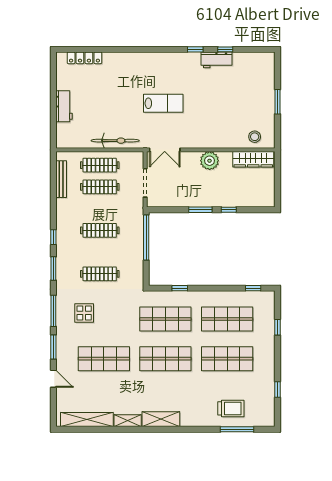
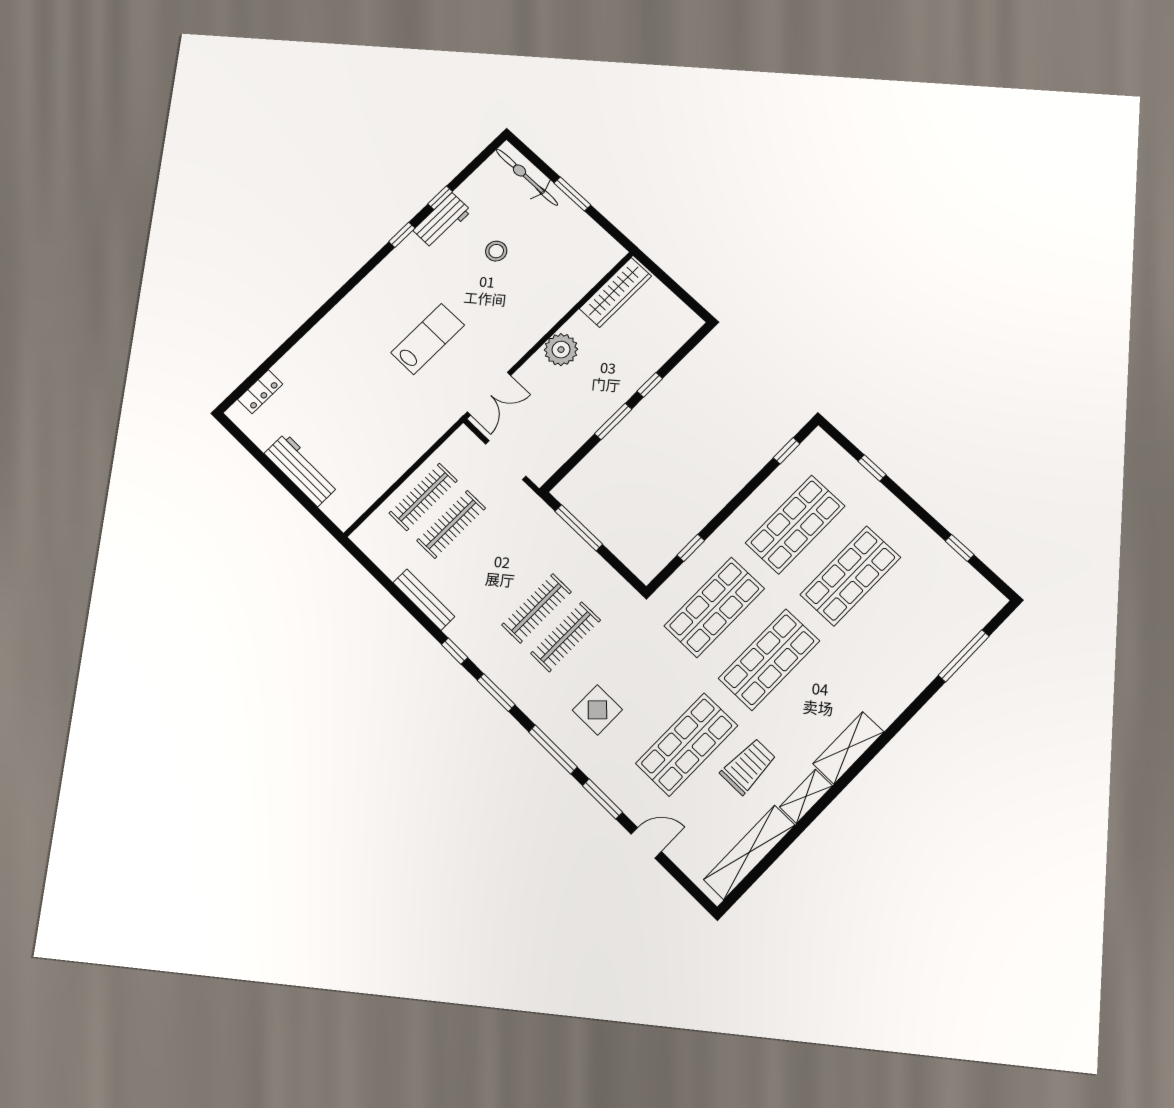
locker: (84, 58) -> (260, 392), width x0.66
workbench: (64, 106) -> (301, 470), width x1.38
stool: (255, 137) -> (496, 251), moved
bicycle: (115, 141) -> (527, 177), moved, turned -90
bench: (61, 179) -> (424, 600), moved
clothes rail: (100, 230) -> (537, 608), moved
window: (146, 238) -> (579, 528), width x0.68
trolley: (231, 408) -> (748, 766), moved

